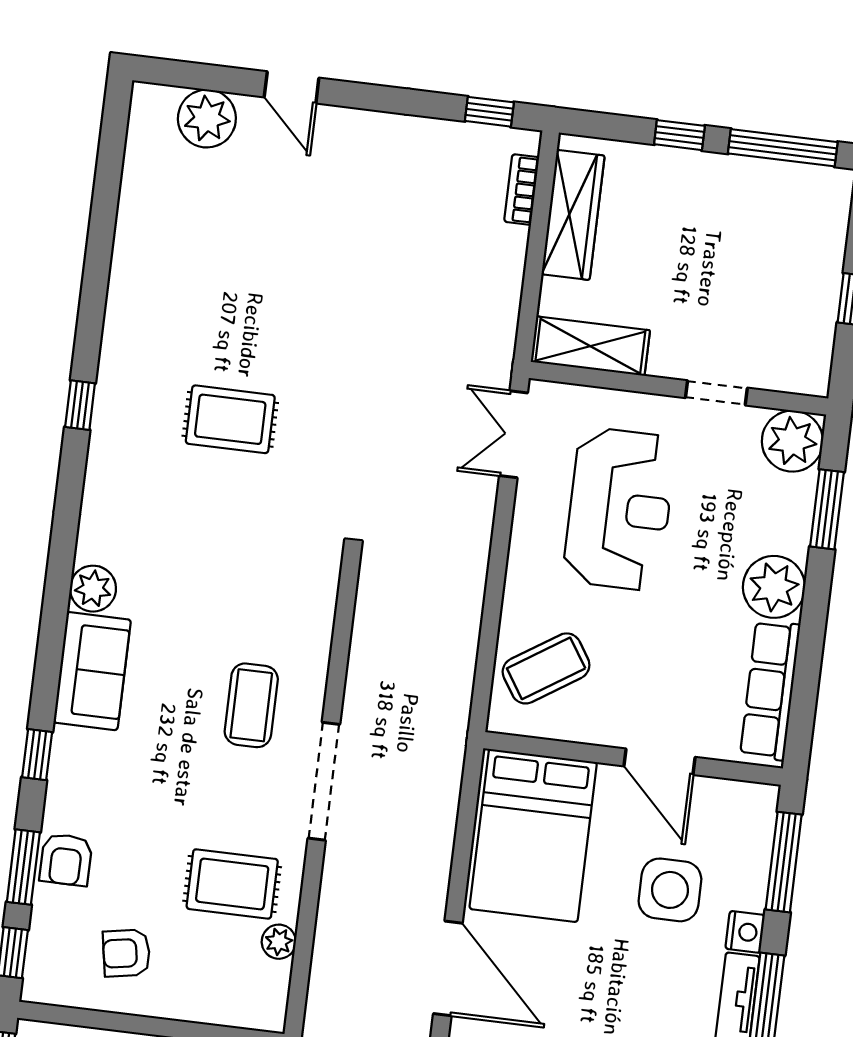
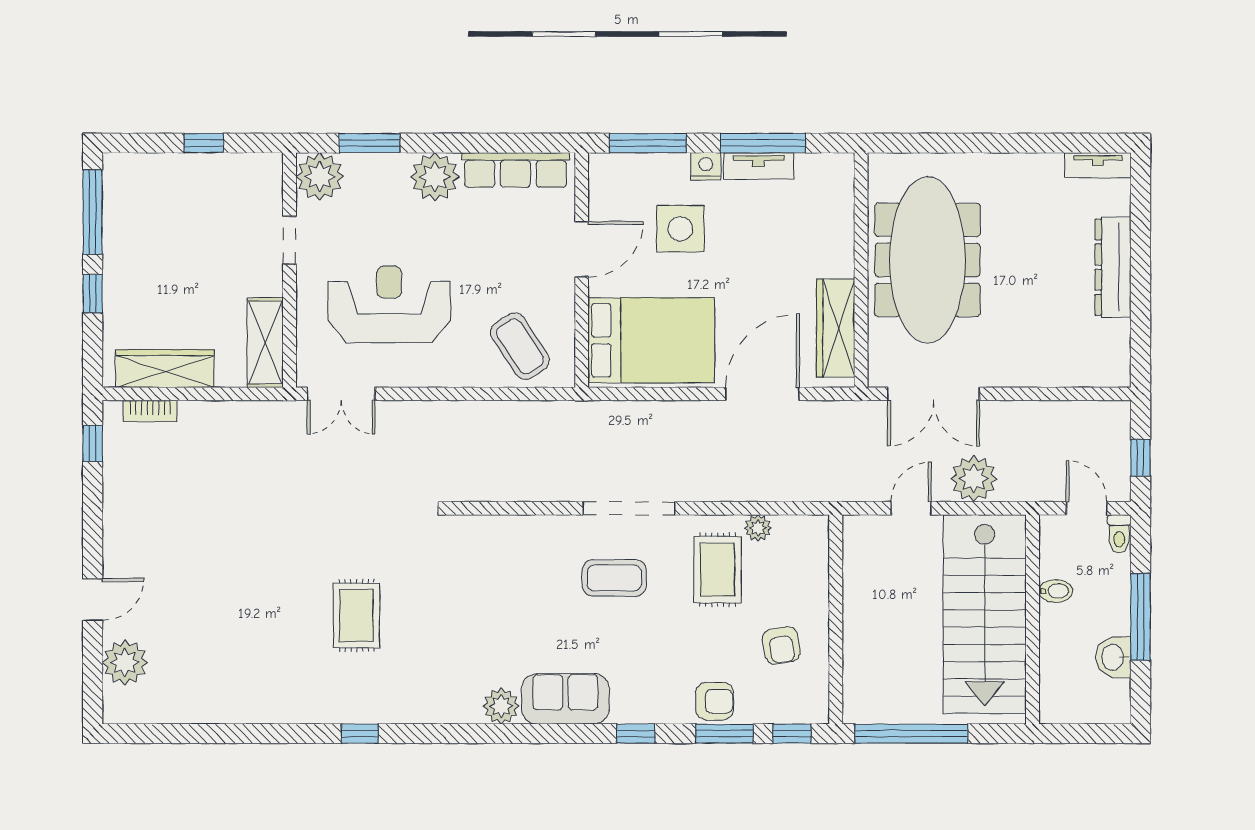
coffee table: (251, 705) -> (614, 578), moved

